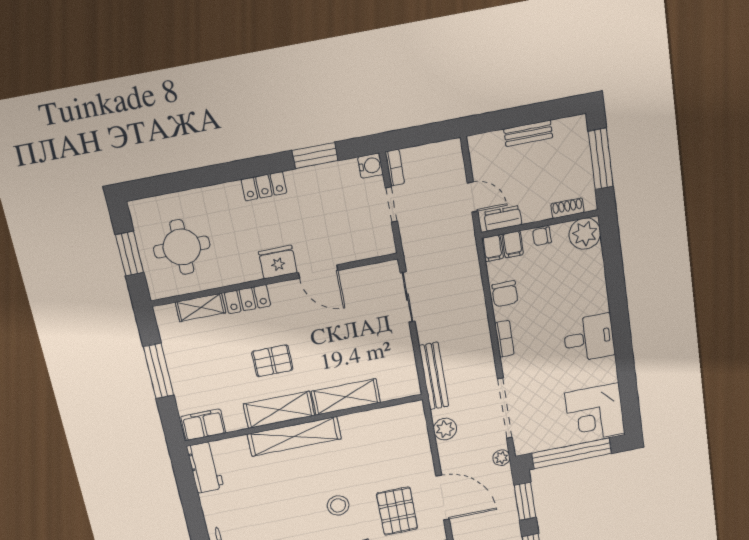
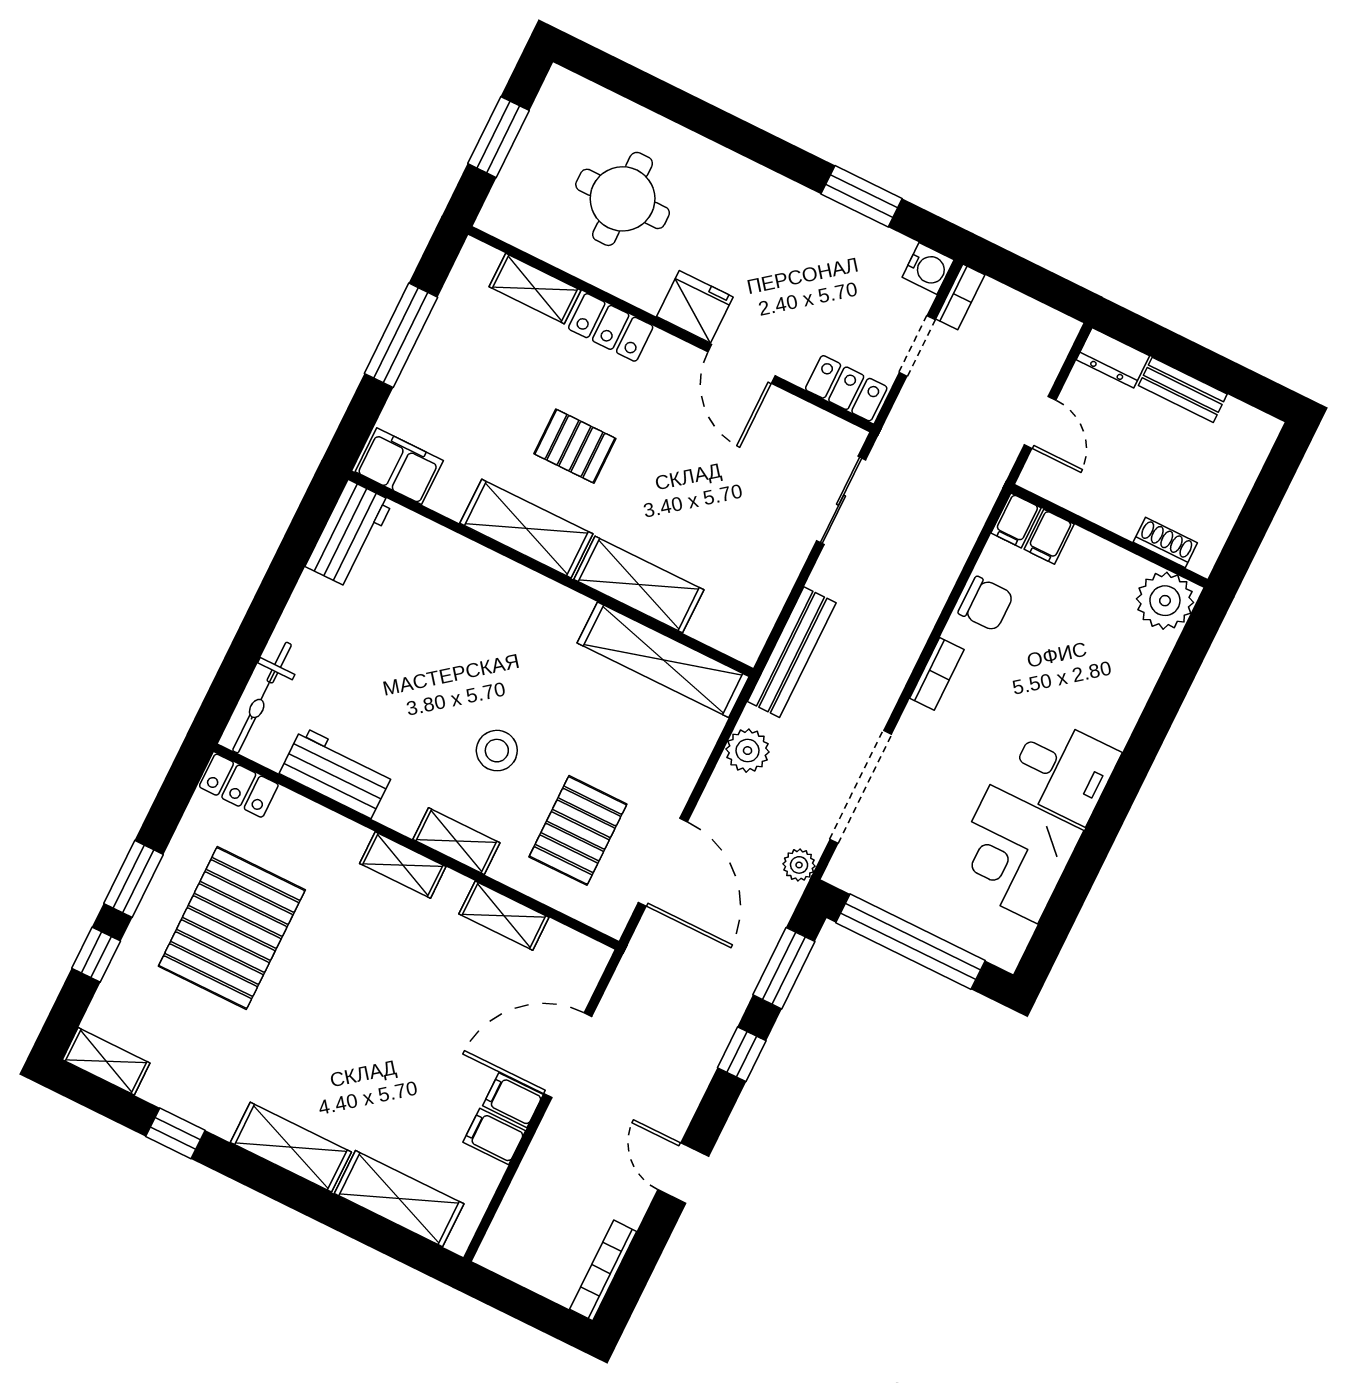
window: (601, 159) -> (1262, 505), removed
locker: (264, 186) -> (846, 388), moved, turned 180
dresser: (503, 218) -> (1113, 358), moved, turned 180
chair: (542, 236) -> (1100, 557), removed
round table: (182, 247) -> (623, 199), moved
chair: (505, 294) -> (986, 604), turned -90
corner desk: (595, 413) -> (1014, 854), moved
shelving: (294, 436) -> (663, 660), moved

